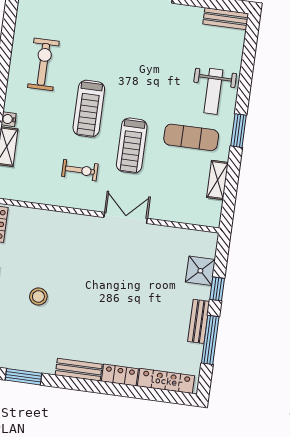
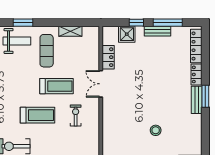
window: (239, 131) -> (23, 23), moved
locker: (167, 236) -> (108, 57), added
window: (24, 377) -> (205, 96), moved

